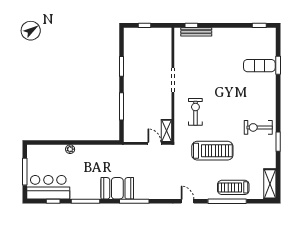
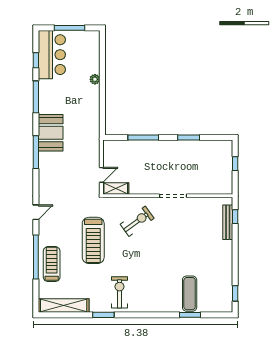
exercise bike: (195, 112) -> (137, 221), turned -36
shelving: (270, 184) -> (64, 306), width x1.47

